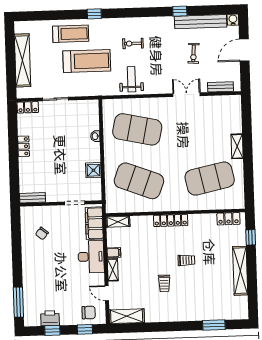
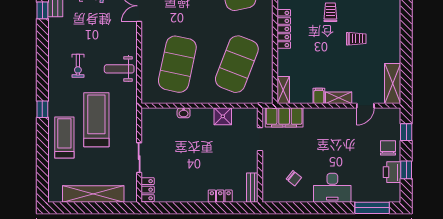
locker: (24, 146) -> (220, 196), moved
desk: (91, 257) -> (332, 188), moved, turned 180
chair: (89, 313) -> (388, 148), moved

